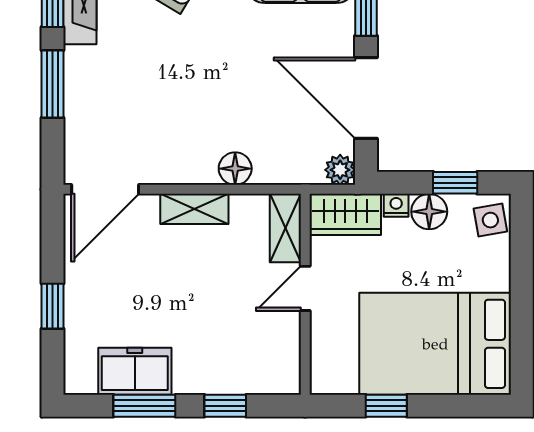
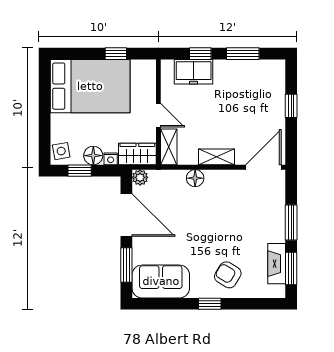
door: (305, 288) -> (158, 115), hinge flipped
freezer: (135, 371) -> (194, 72), moved

